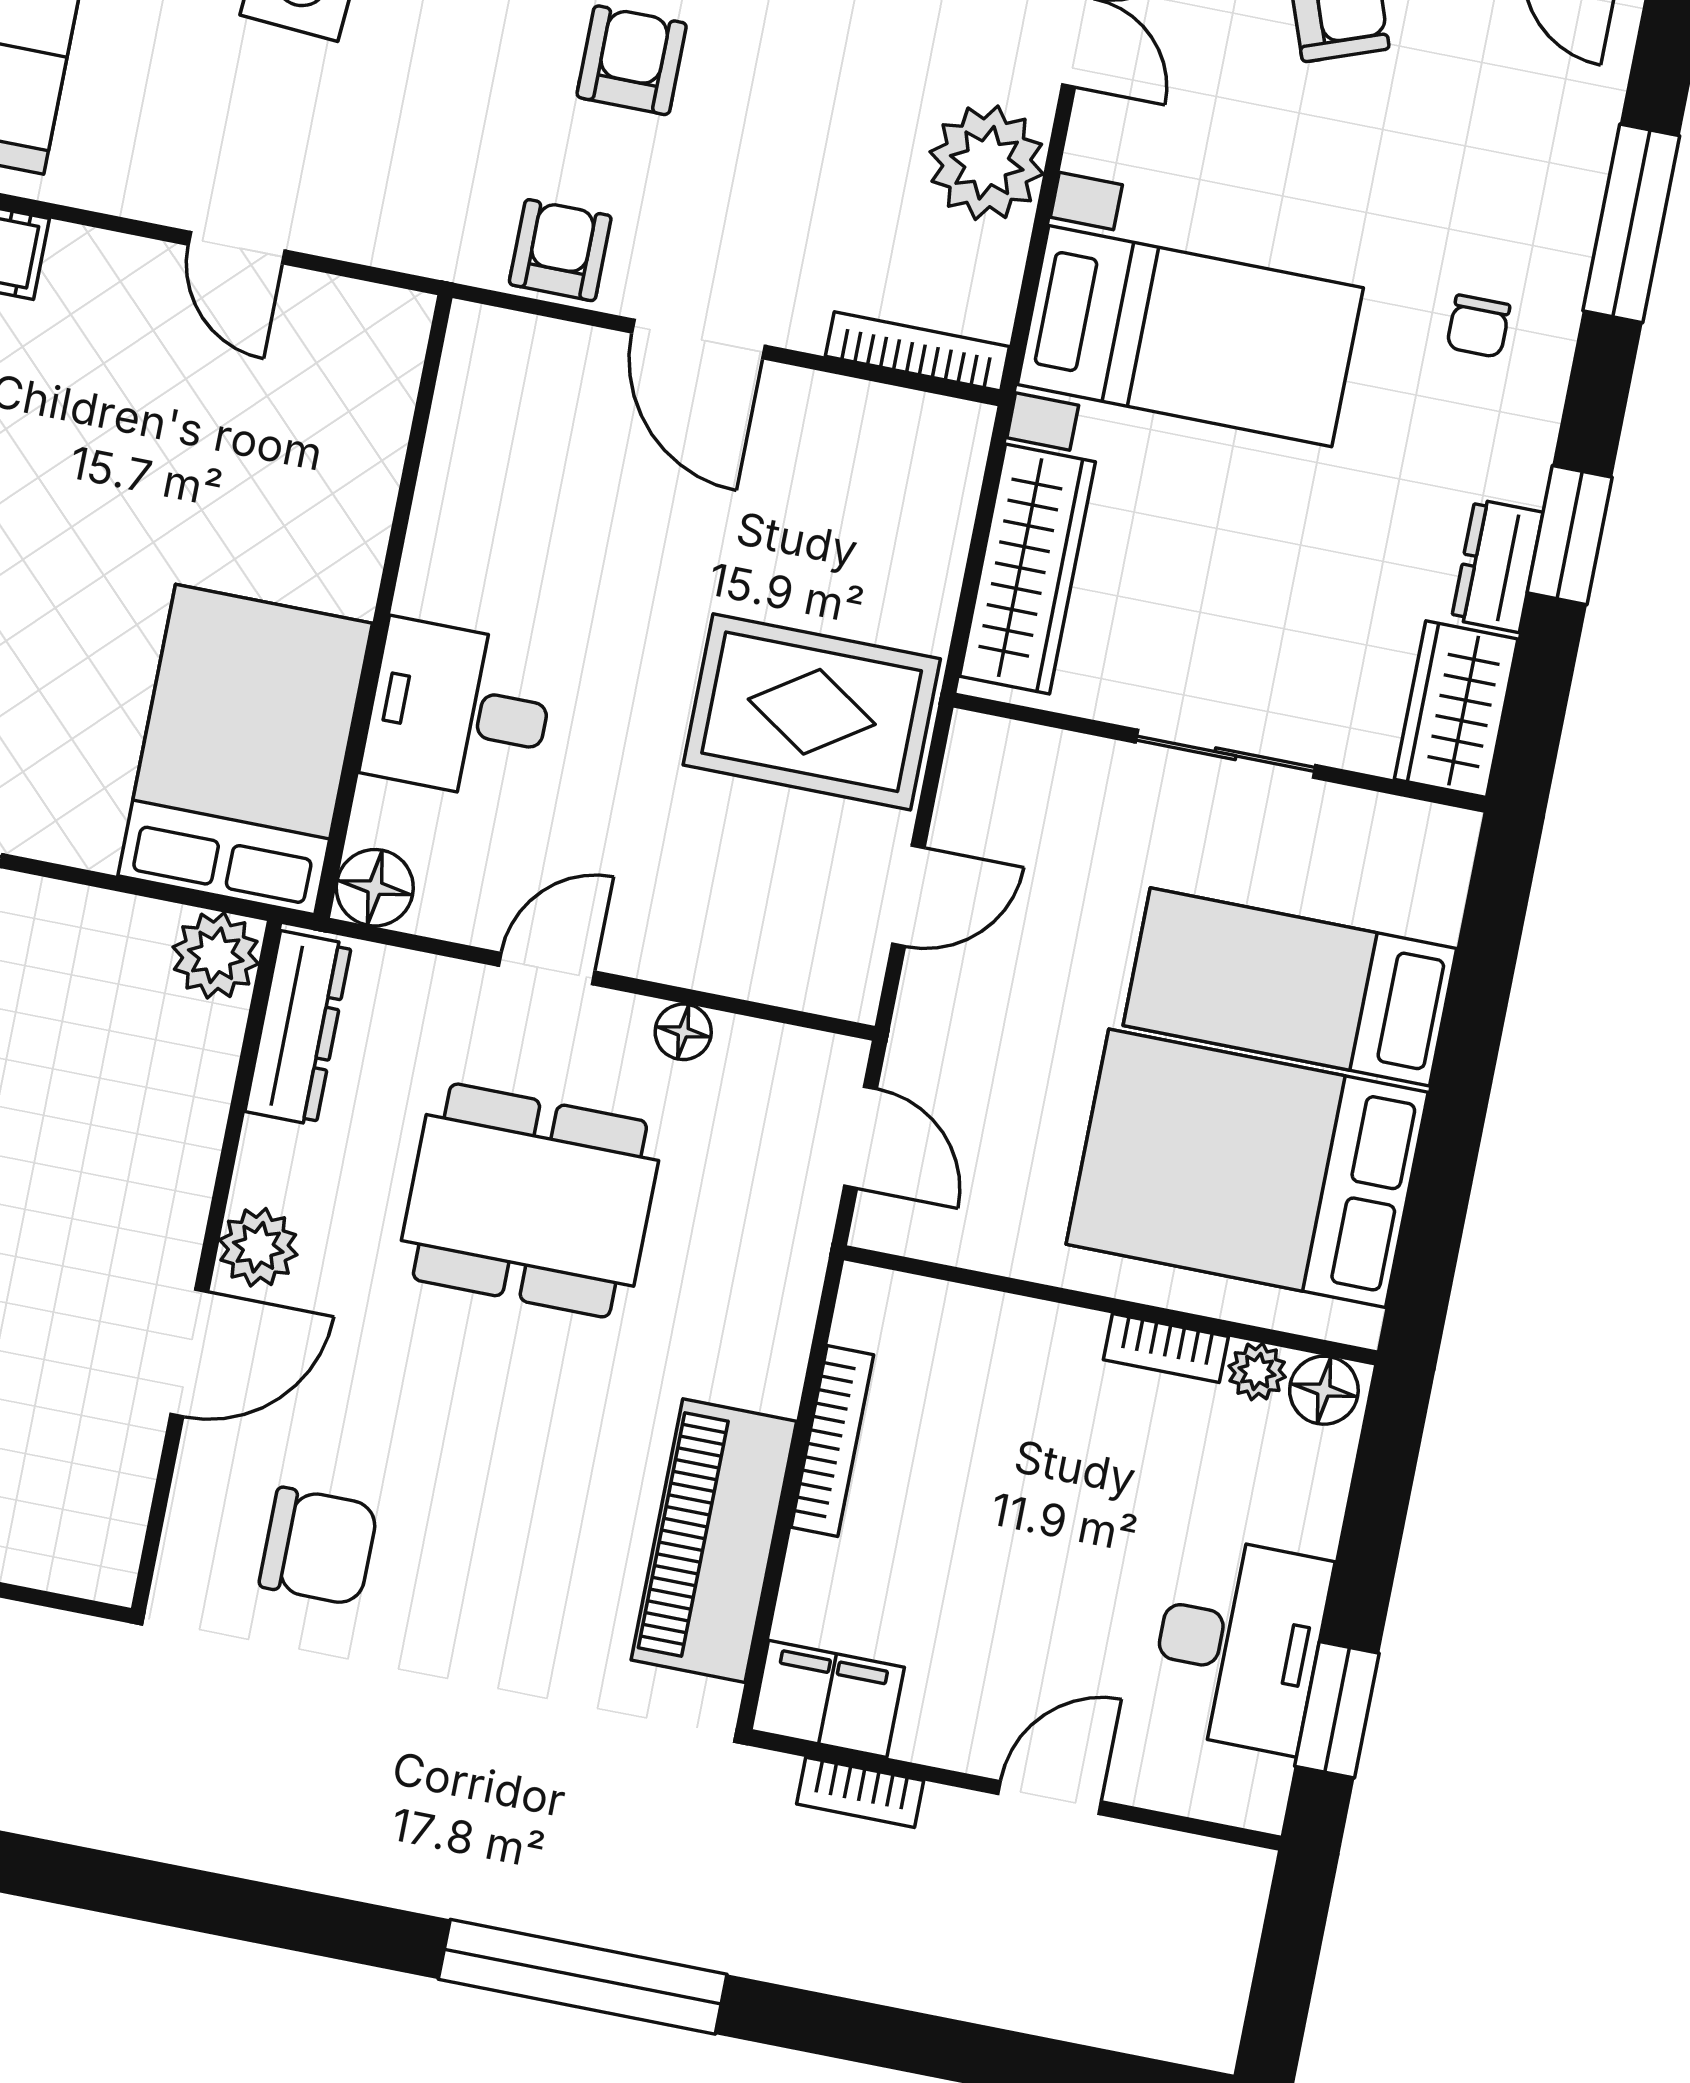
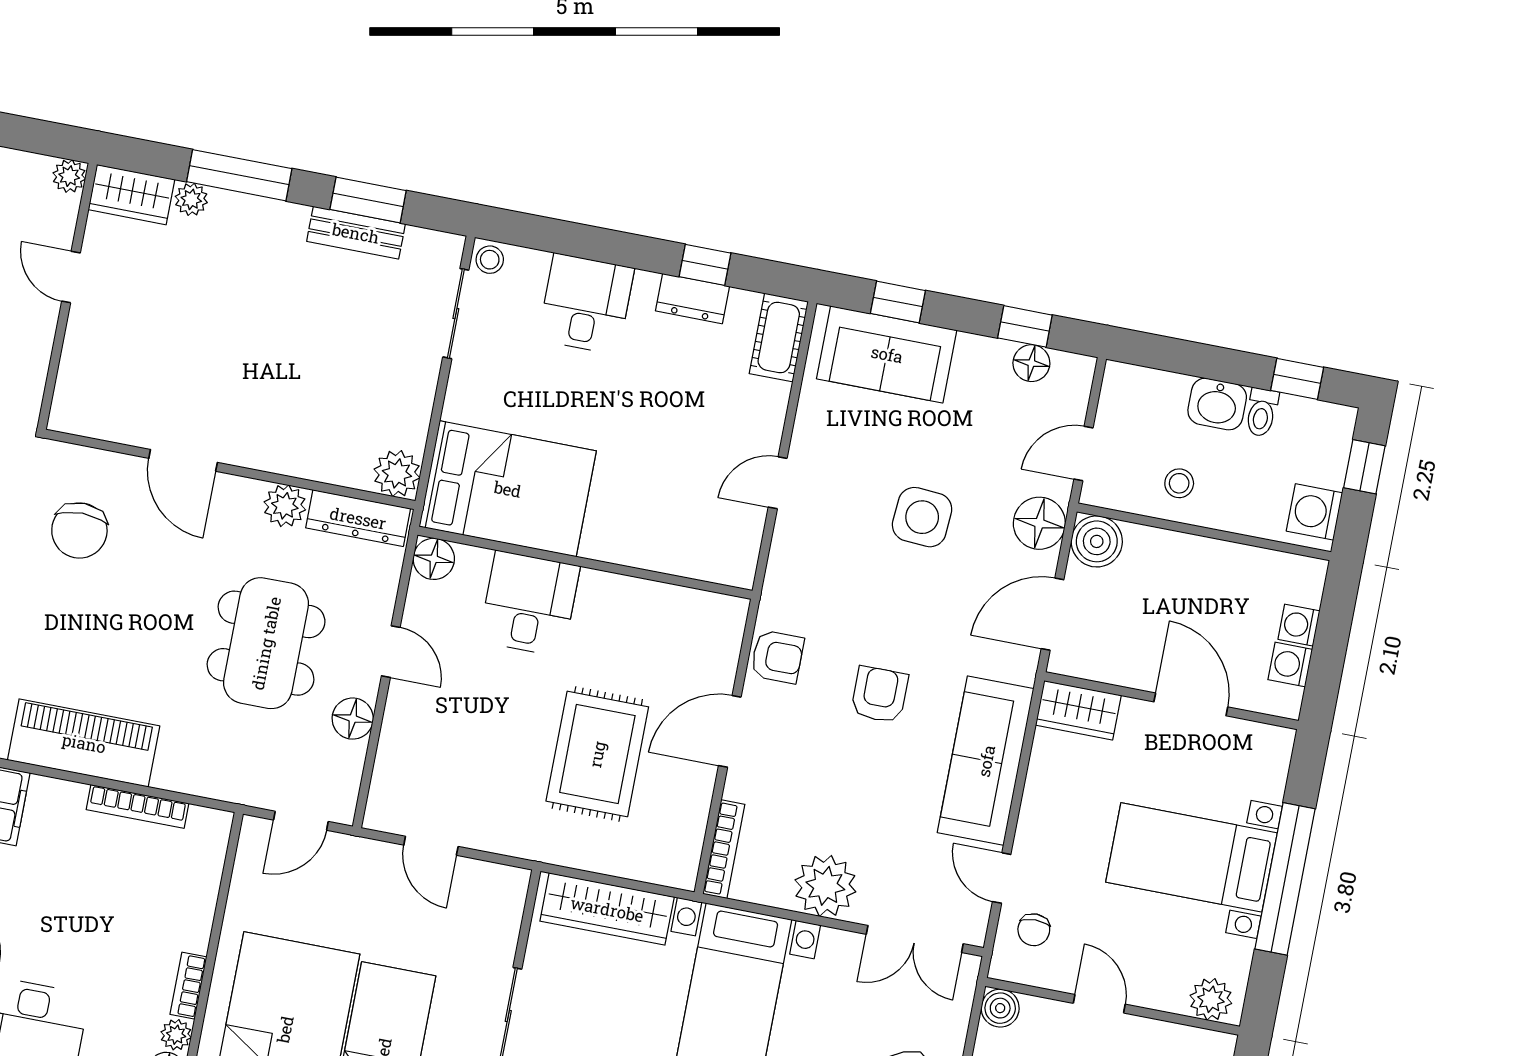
armchair: (632, 60) -> (880, 695), turned -90
rug: (812, 712) -> (597, 754), moved
floor lamp: (683, 1032) -> (353, 719), width x1.37, depth x1.37
plant: (258, 1247) -> (285, 506), moved

